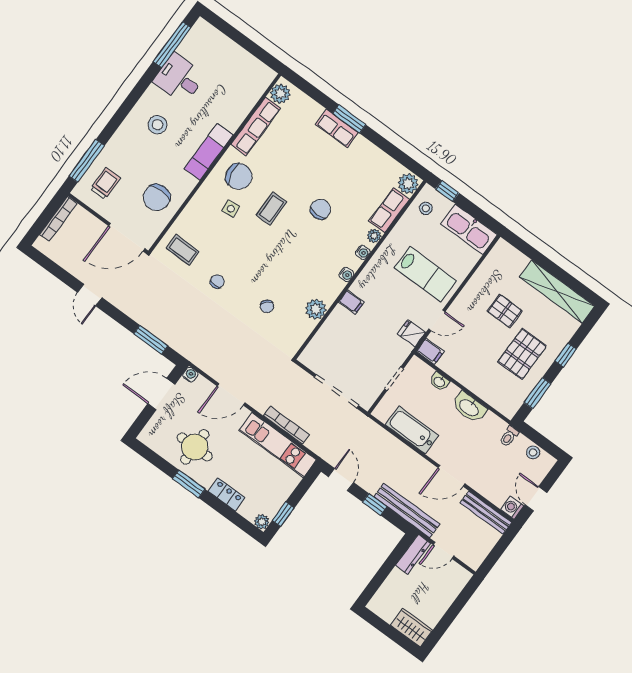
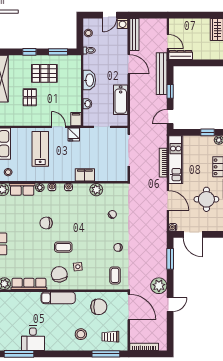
stool: (158, 125) -> (81, 334), moved
plant: (126, 298) -> (159, 286), added
filing cabinet: (351, 302) -> (85, 175), width x2.00

